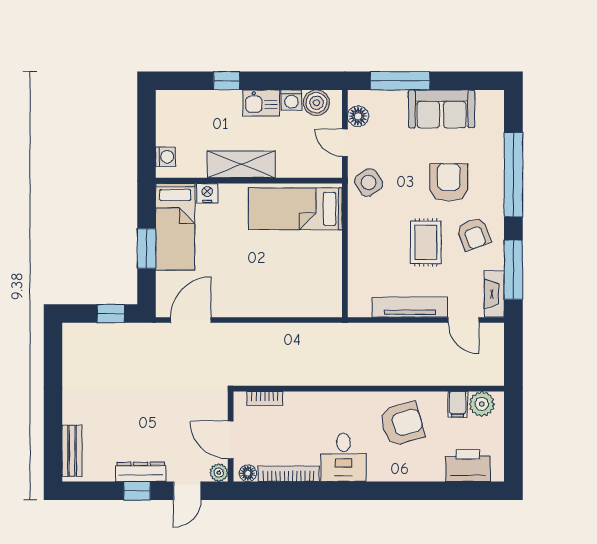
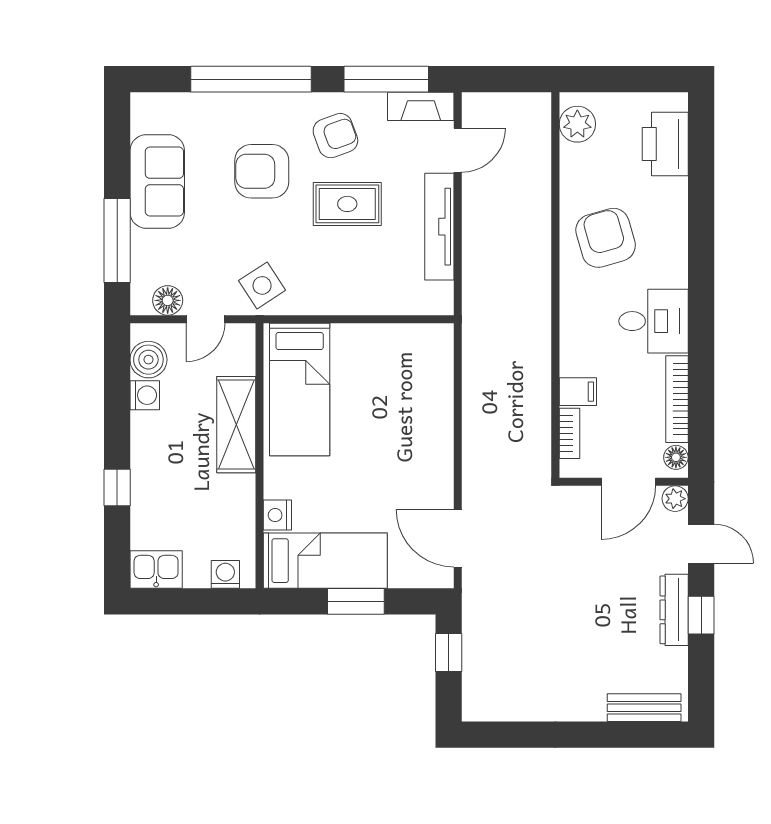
kitchen sink: (261, 103) -> (156, 570), moved, turned -90
shelving: (241, 164) -> (236, 425), moved
filing cabinet: (458, 404) -> (578, 392), moved

